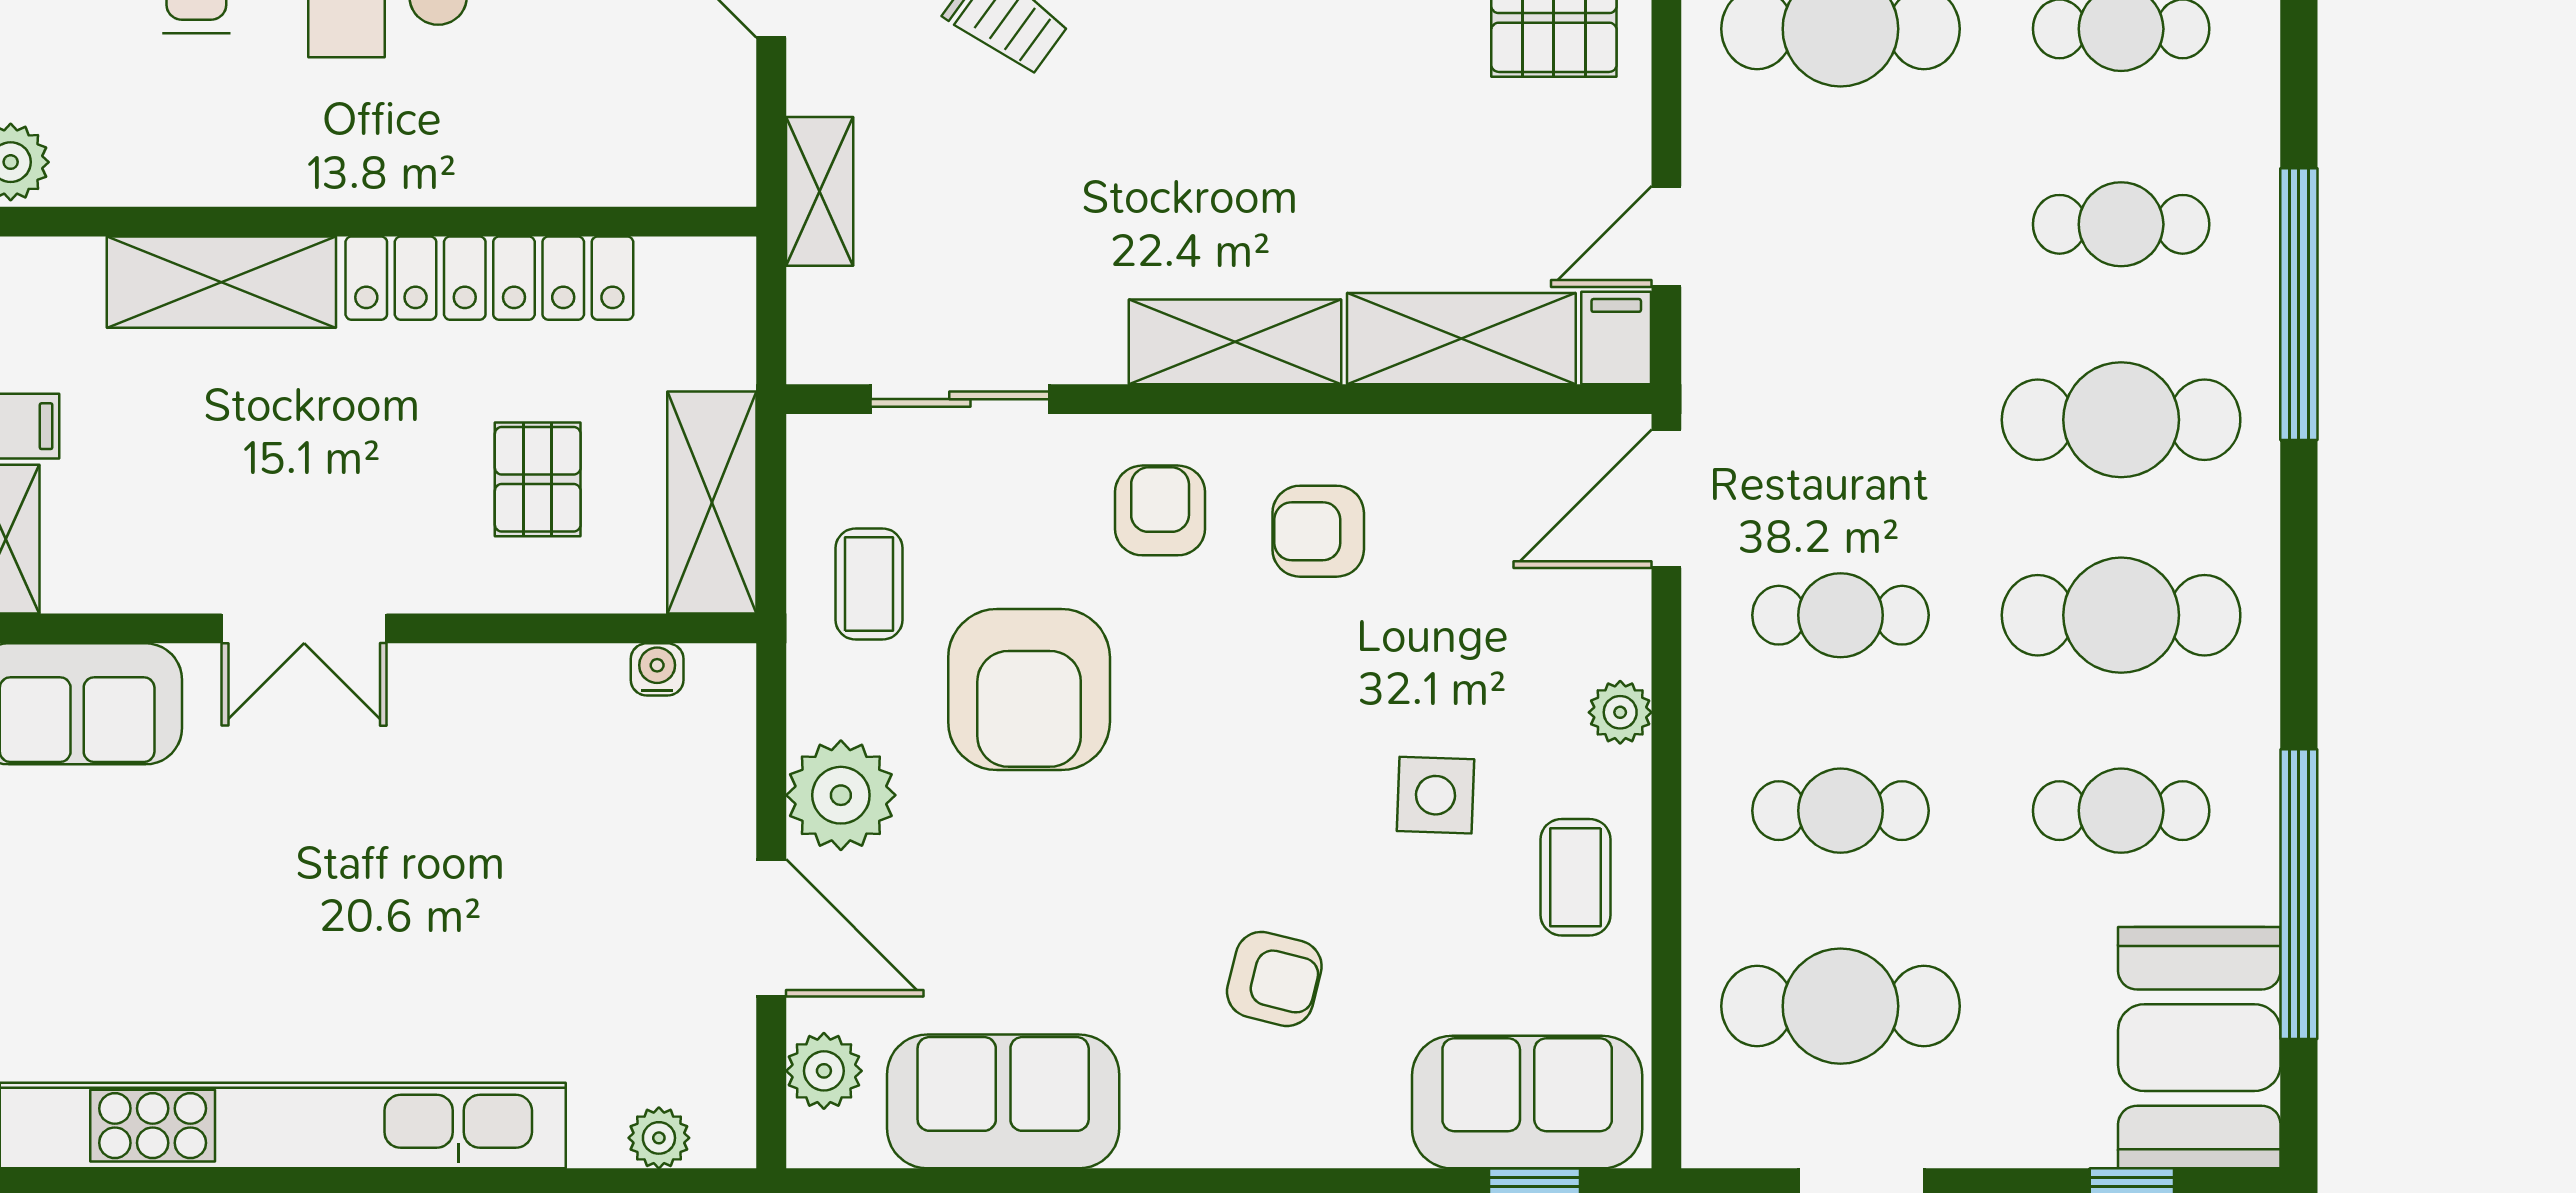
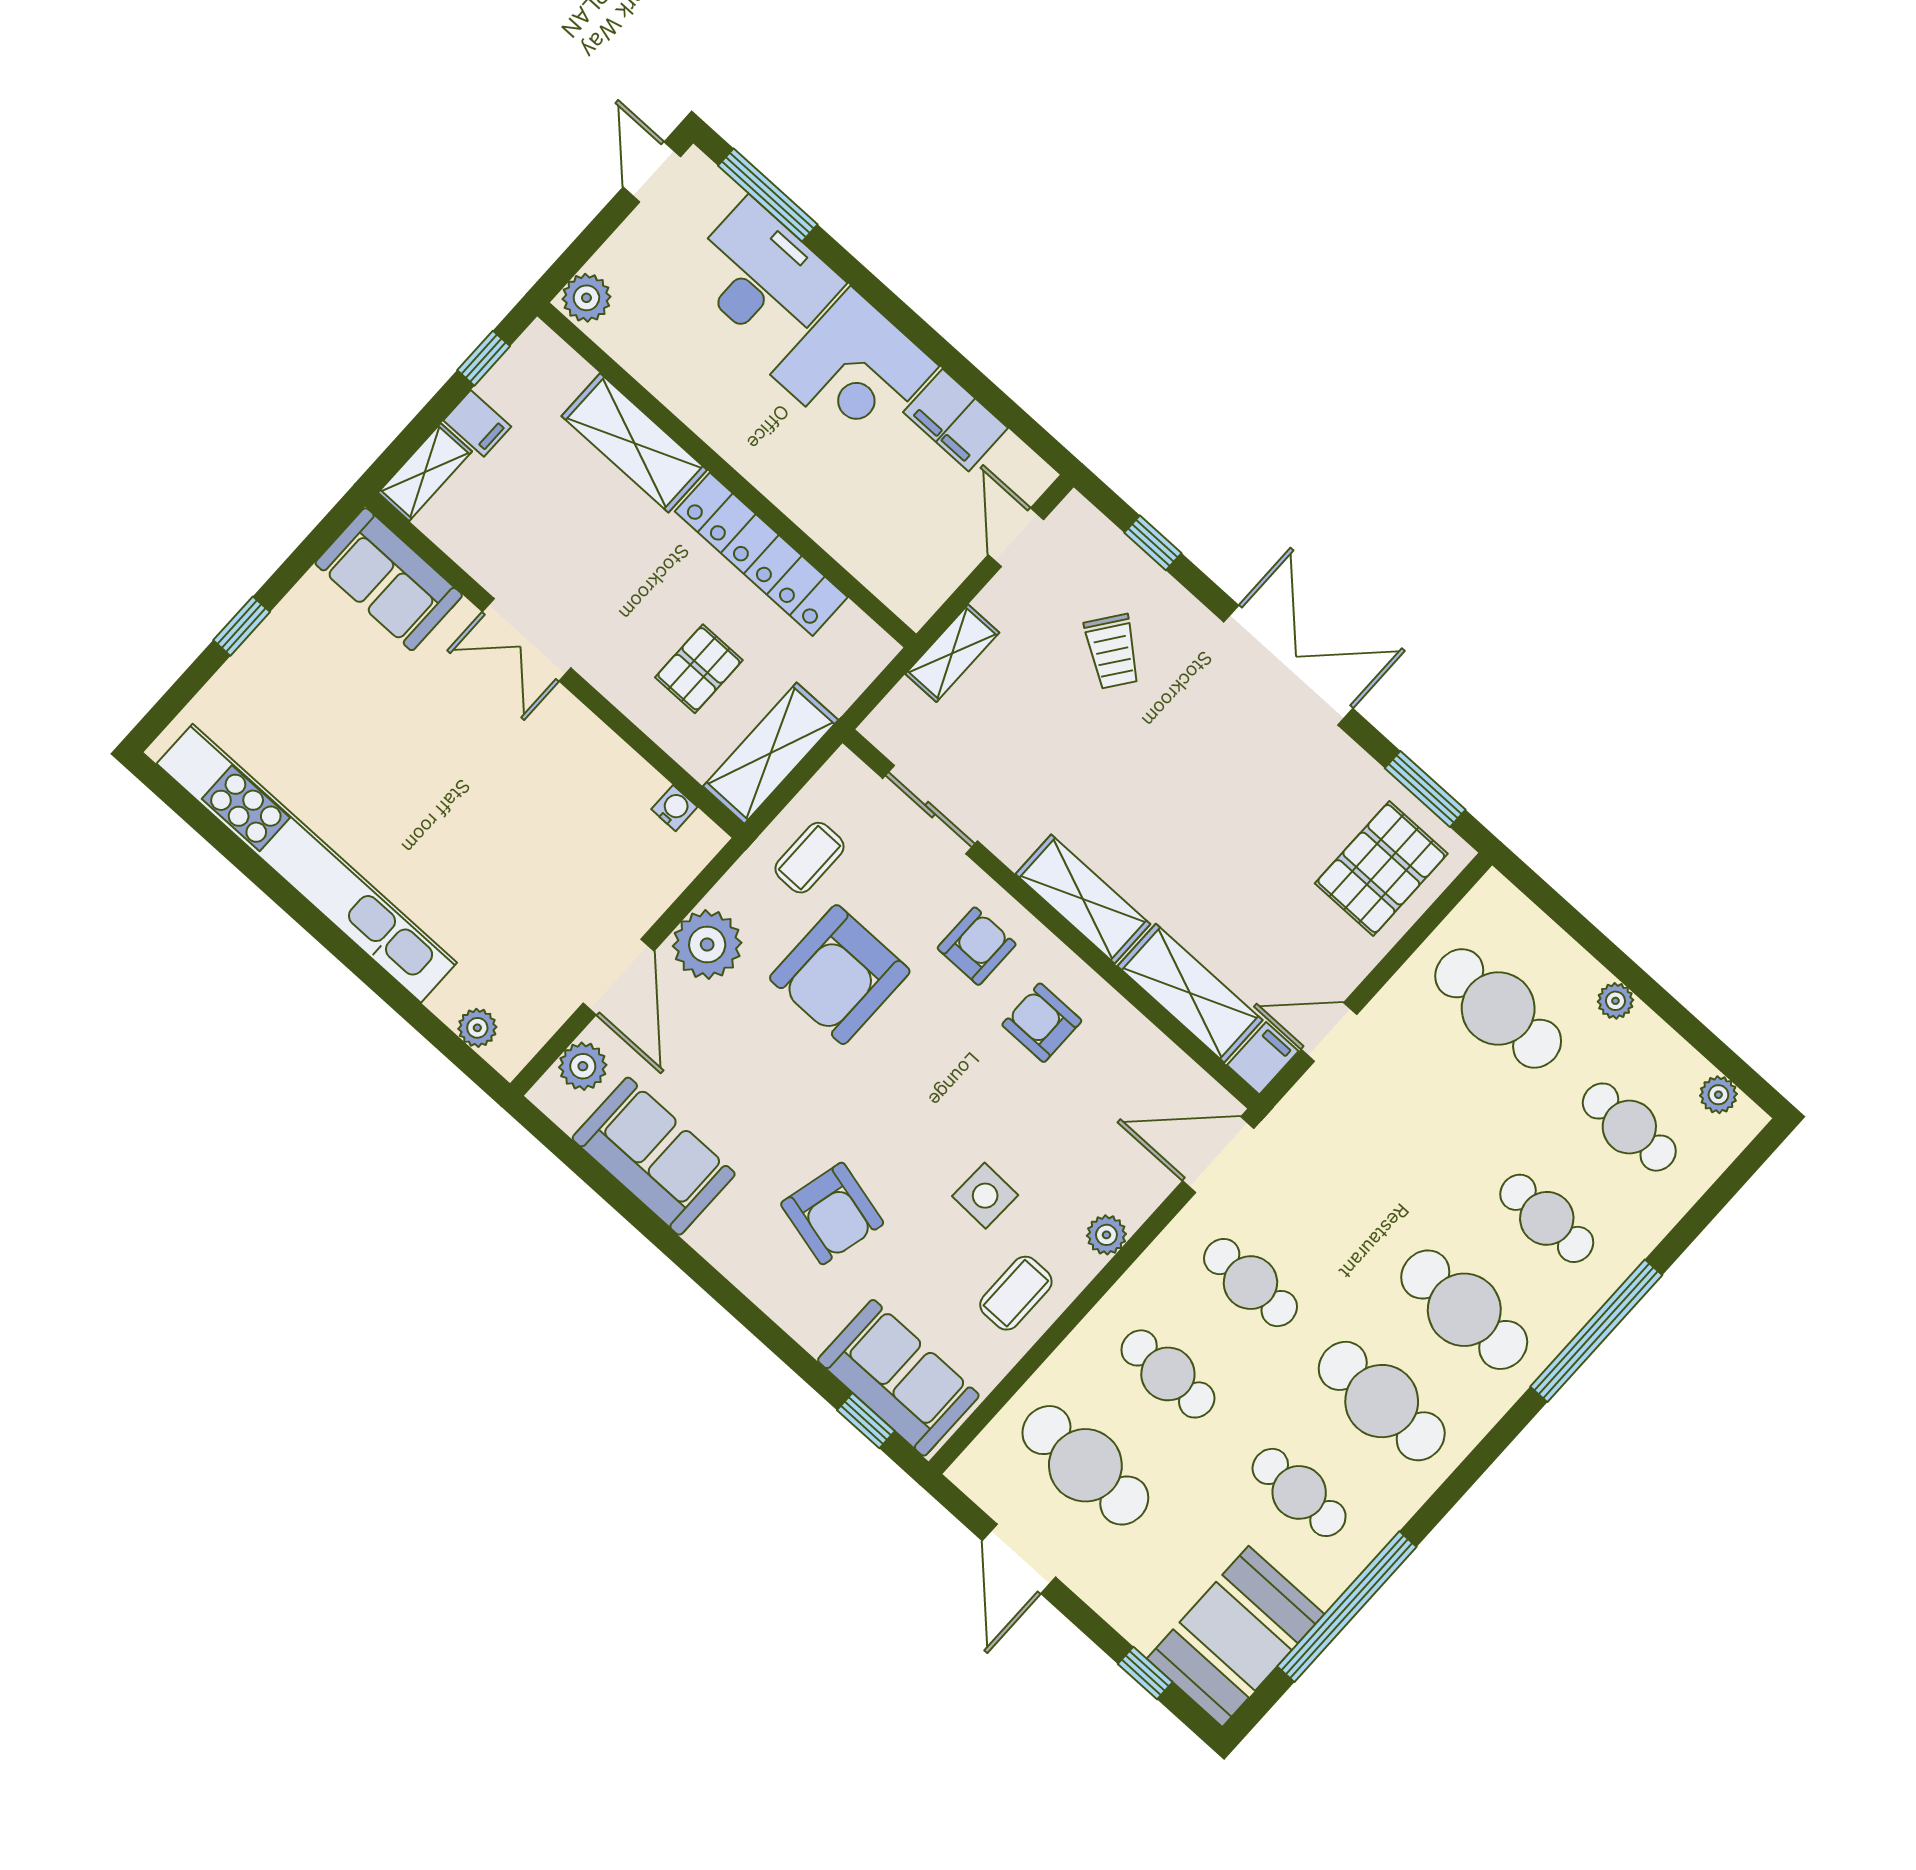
armchair: (1274, 979) -> (832, 1213), width x1.38, depth x1.38

